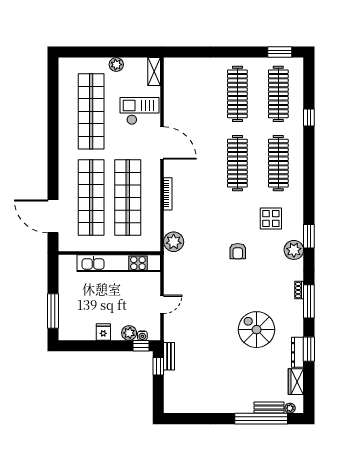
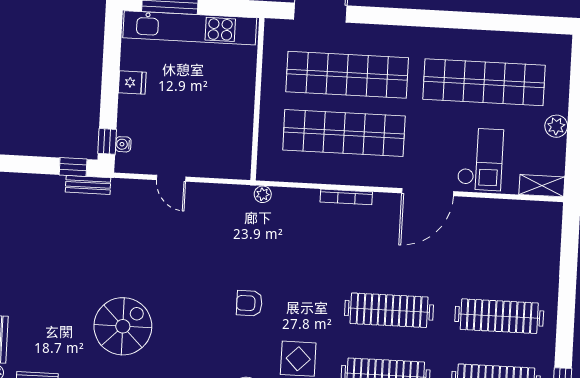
plant: (174, 242) -> (263, 194), width x0.53, depth x0.53
kitchen unit: (119, 263) -> (190, 28), moved, turned -90
plant: (129, 333) -> (129, 123), removed

